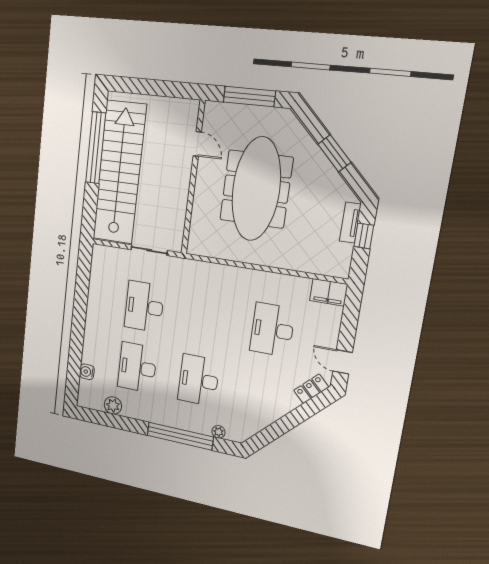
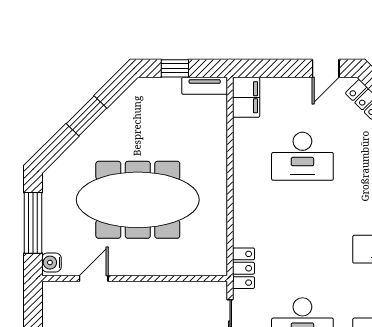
water cooler: (215, 109) -> (51, 263), added
tv unit: (350, 223) -> (205, 86), moved
locker: (190, 268) -> (244, 268), added

